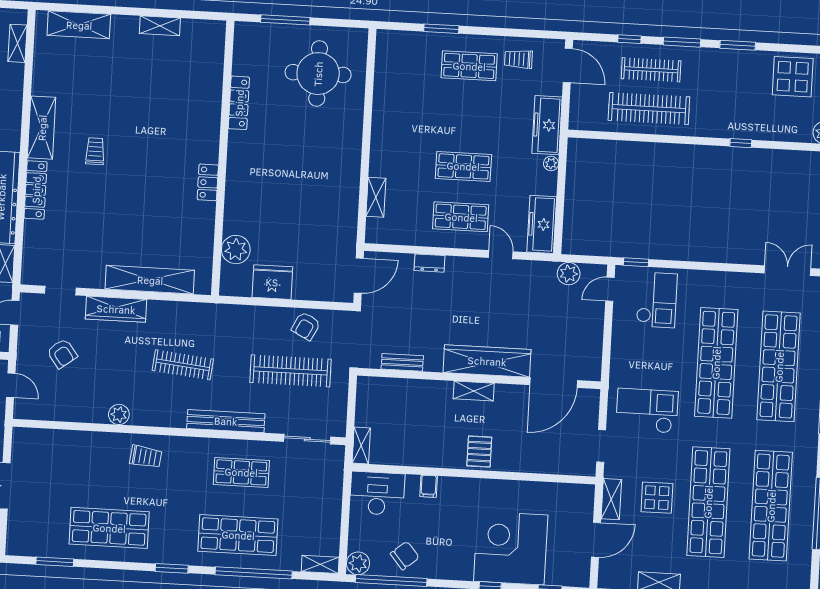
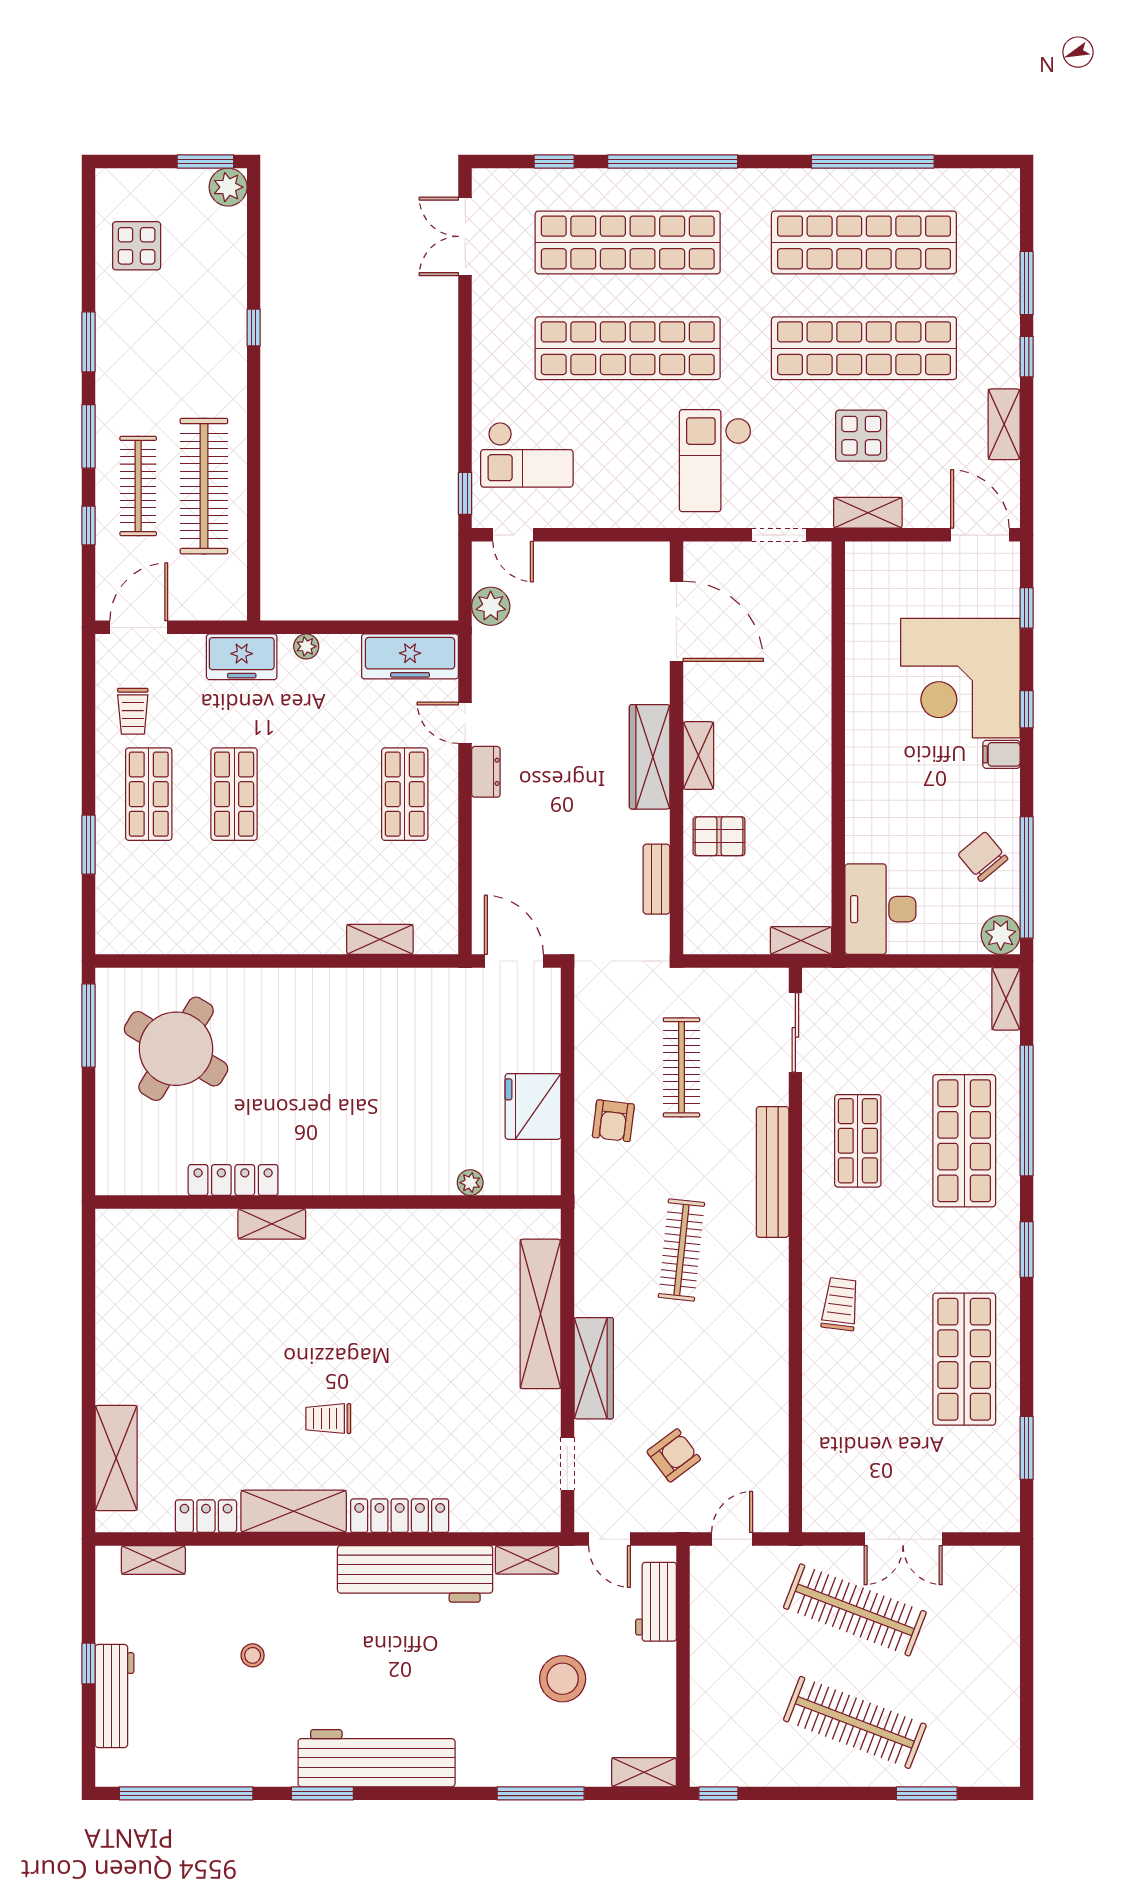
window: (285, 20) -> (88, 1025), moved
shelving: (160, 26) -> (272, 1224), moved, turned 90
round table: (318, 74) -> (176, 1049), turned 31
display table: (793, 77) -> (137, 246), width x0.73, depth x0.73
freezer: (547, 125) -> (242, 657), width x0.71
shop shelf: (463, 166) -> (234, 794), moved
locker: (208, 182) -> (206, 1516), moved, turned 180
plant: (236, 250) -> (470, 1183), width x0.53, depth x0.53
door: (501, 255) -> (465, 723), hinge flipped
dresser: (429, 263) -> (486, 772), moved
checkout: (657, 300) -> (527, 455), turned 180
armchair: (306, 326) -> (613, 1121), moved, turned 70
wardrobe: (487, 361) -> (650, 757), width x0.71, depth x0.85
clothes rail: (291, 371) -> (681, 1067), width x0.73, depth x0.76
plant: (119, 414) -> (771, 1353), removed
pallet: (479, 452) -> (719, 836), moved
filing cabinet: (429, 486) -> (1001, 754), moved, turned 180
door: (596, 540) -> (980, 535), moved

